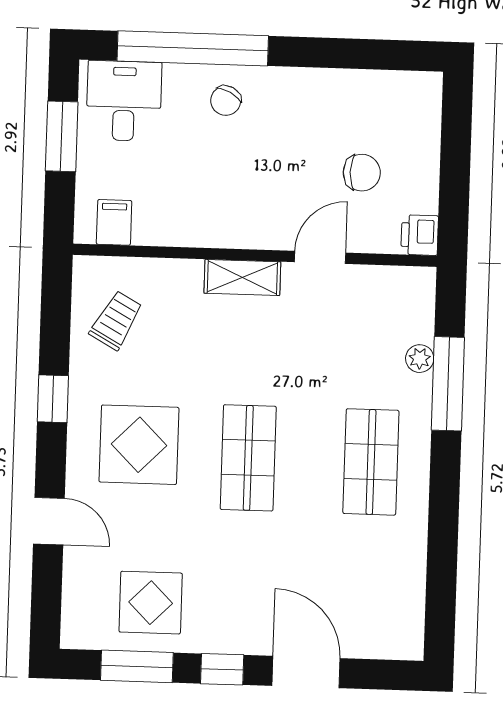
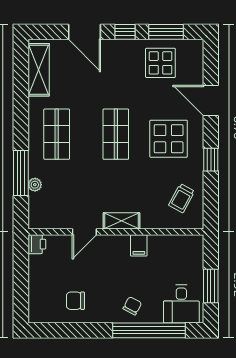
chair: (362, 173) -> (75, 301), moved
filing cabinet: (114, 222) -> (139, 245), moved
door: (49, 521) -> (211, 100), width x1.37
shelving: (404, 597) -> (39, 70), added

